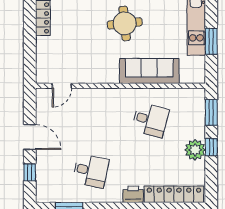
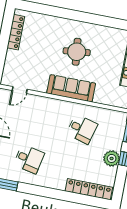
sofa: (149, 71) -> (71, 88), moved
printer: (133, 194) -> (58, 183), removed

